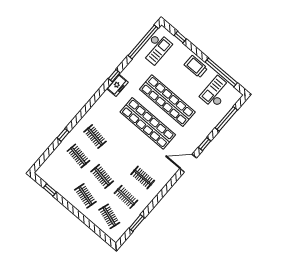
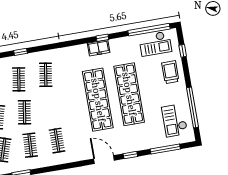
trolley: (196, 67) -> (170, 72), moved
checkout: (216, 92) -> (175, 120), turned -90

